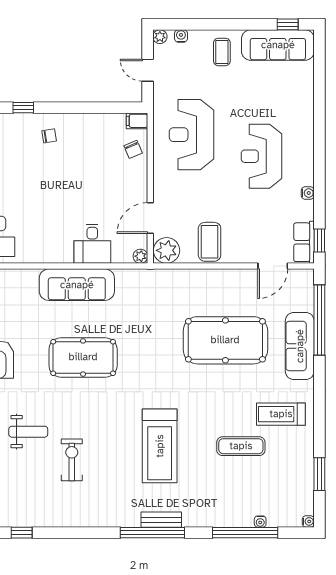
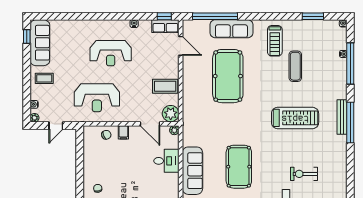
filing cabinet: (137, 121) -> (123, 132), moved
bench: (161, 520) -> (342, 117), width x1.36

